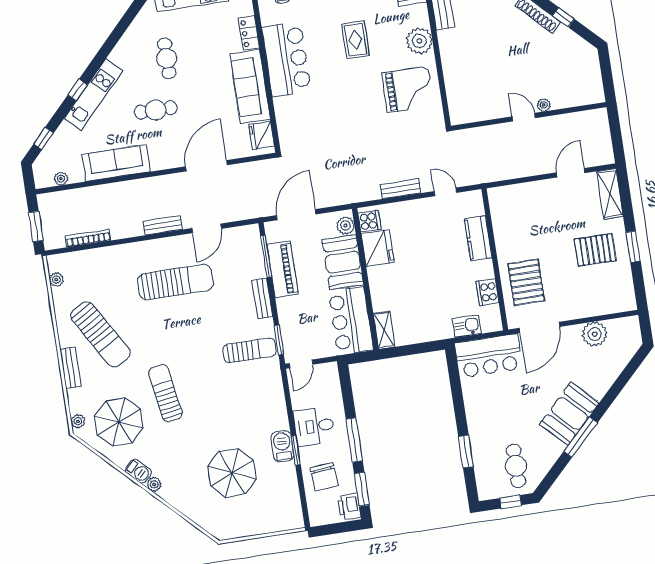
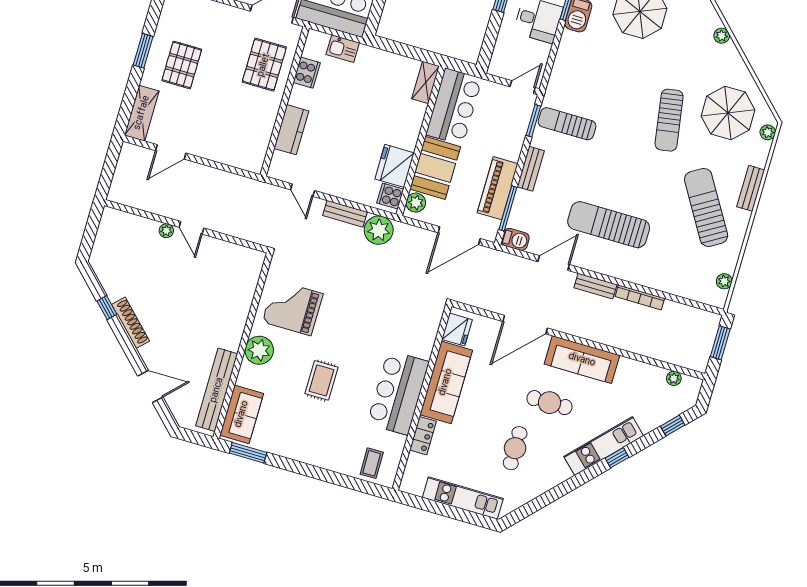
sofa: (116, 163) -> (582, 360), moved
plant: (366, 188) -> (379, 230), added
bookcase: (88, 238) -> (640, 297), moved
pallet: (595, 250) -> (182, 65), turned 90
barbecue: (138, 471) -> (515, 239), moved, turned 135

